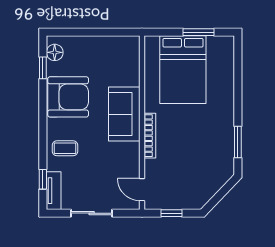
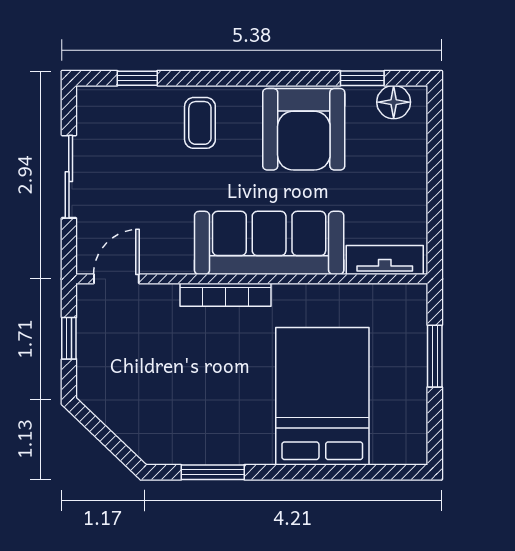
window: (199, 32) -> (435, 356), moved
bed: (183, 70) -> (322, 396), moved, turned 90
sofa: (124, 114) -> (269, 243), width x1.36
tv unit: (54, 191) -> (385, 260), moved, turned 180

